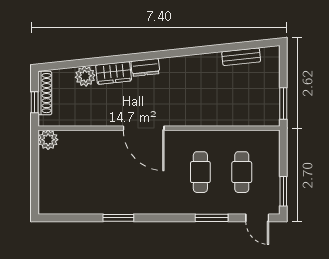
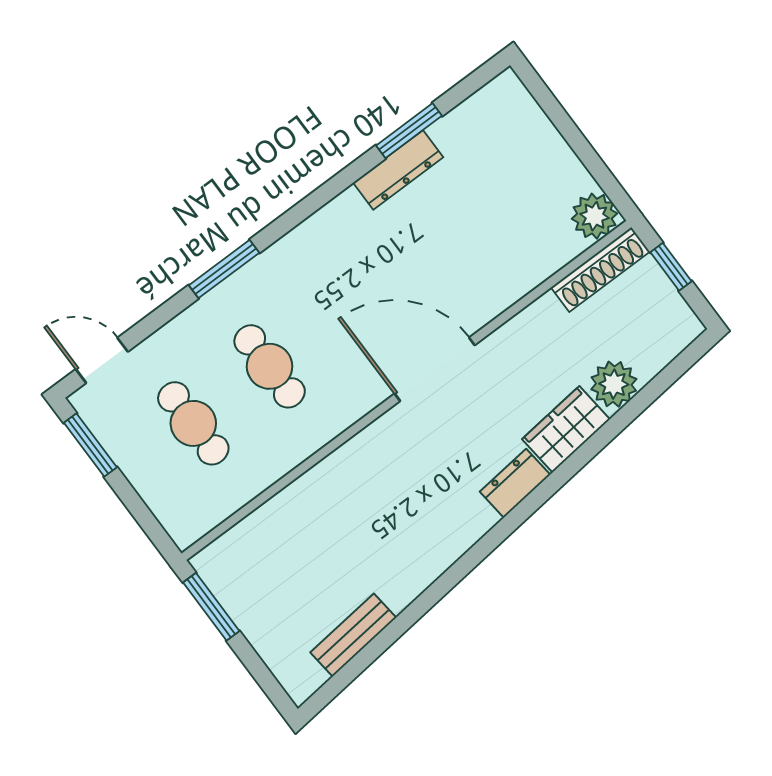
shoe rack: (45, 93) -> (600, 270), moved, turned -90
dresser: (104, 207) -> (398, 170), added
window: (118, 218) -> (409, 131), moved
window: (212, 218) -> (224, 269), moved

